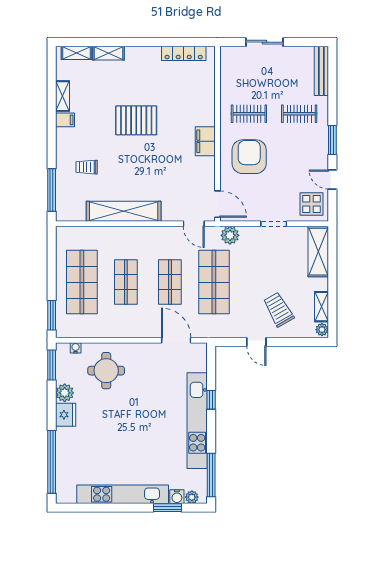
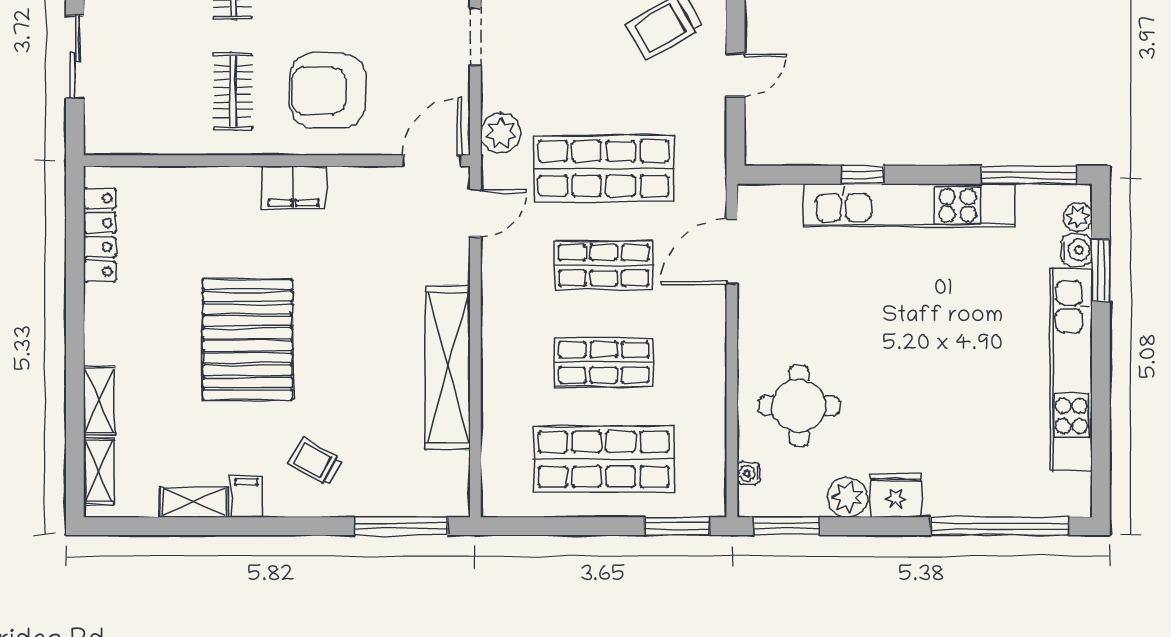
pallet: (136, 120) -> (247, 340), width x1.37, depth x1.41
trolley: (87, 167) -> (315, 462), moved, turned 119

